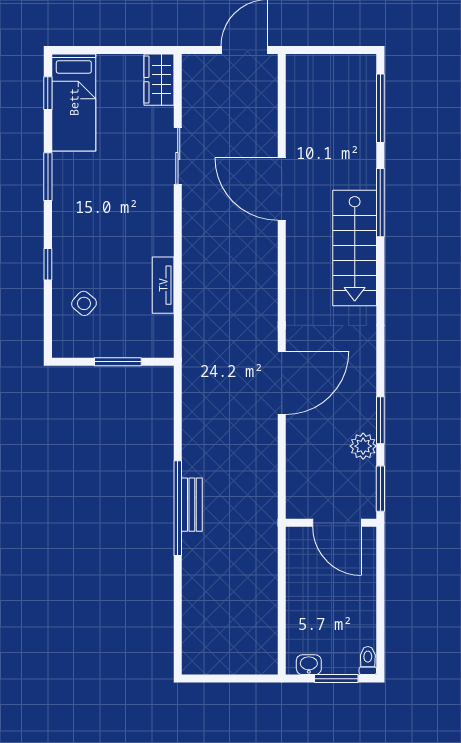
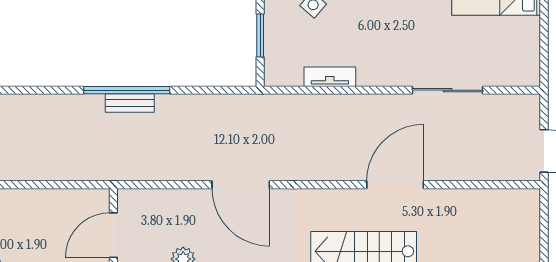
wardrobe: (159, 80) -> (517, 73), removed
sliding door: (178, 156) -> (448, 90), width x1.37
door: (282, 189) -> (395, 185), moved

